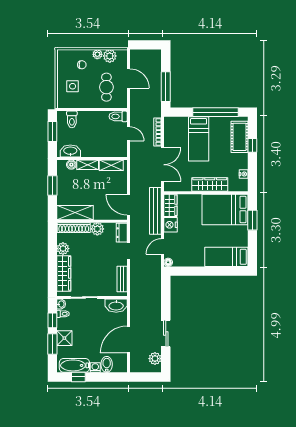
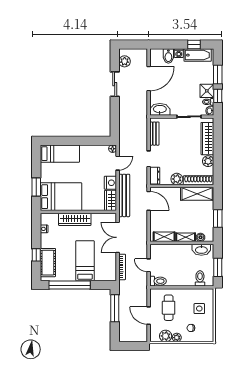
shower: (64, 338) -> (207, 91), moved

